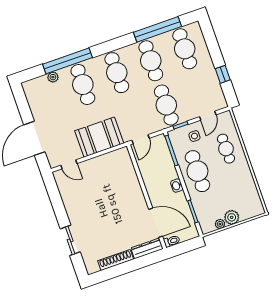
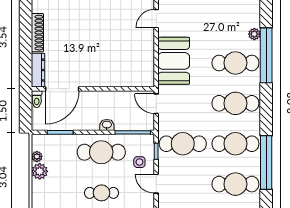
cafe table: (226, 149) -> (101, 193), moved
washbasin: (177, 186) -> (107, 125), moved

